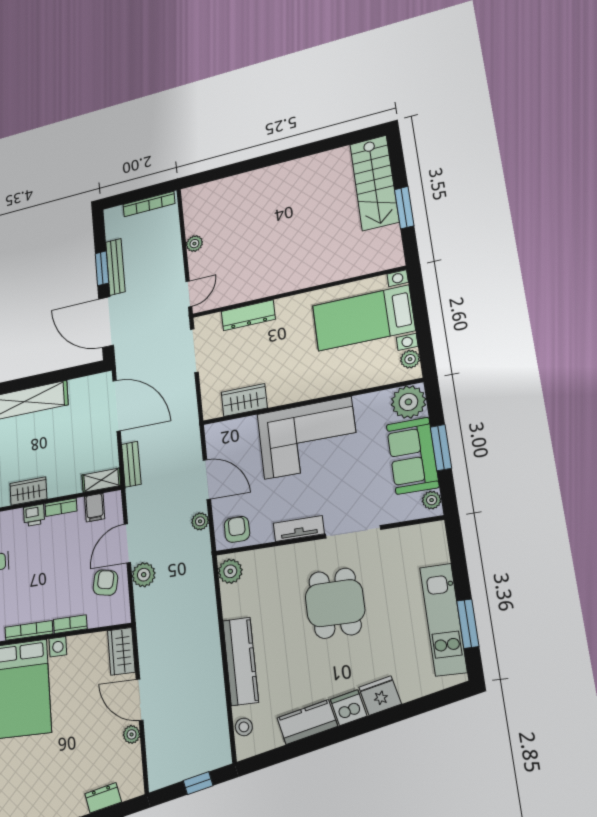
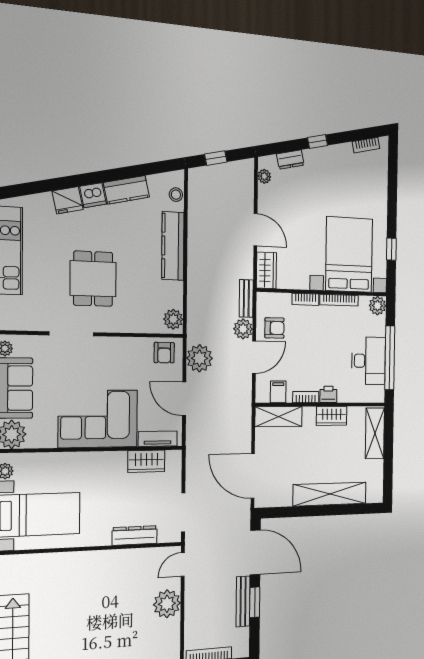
plant: (194, 244) -> (167, 604), width x1.88, depth x1.88
bench: (131, 464) -> (246, 298), moved
shelving: (101, 480) -> (279, 417), width x1.50, depth x1.33
plant: (200, 521) -> (200, 358), width x1.88, depth x1.88
tv unit: (299, 529) -> (158, 439), moved, turned 180
armchair: (105, 583) -> (274, 328), turned -102
plant: (132, 734) -> (264, 176), moved

